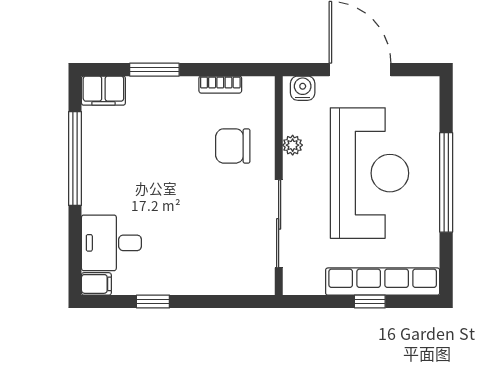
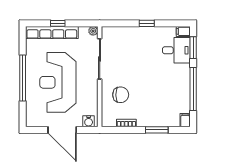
filing cabinet: (103, 91) -> (185, 120), width x0.50
plant: (293, 145) -> (93, 31), moved
window: (75, 249) -> (193, 48), added
window: (153, 302) -> (147, 23), moved

